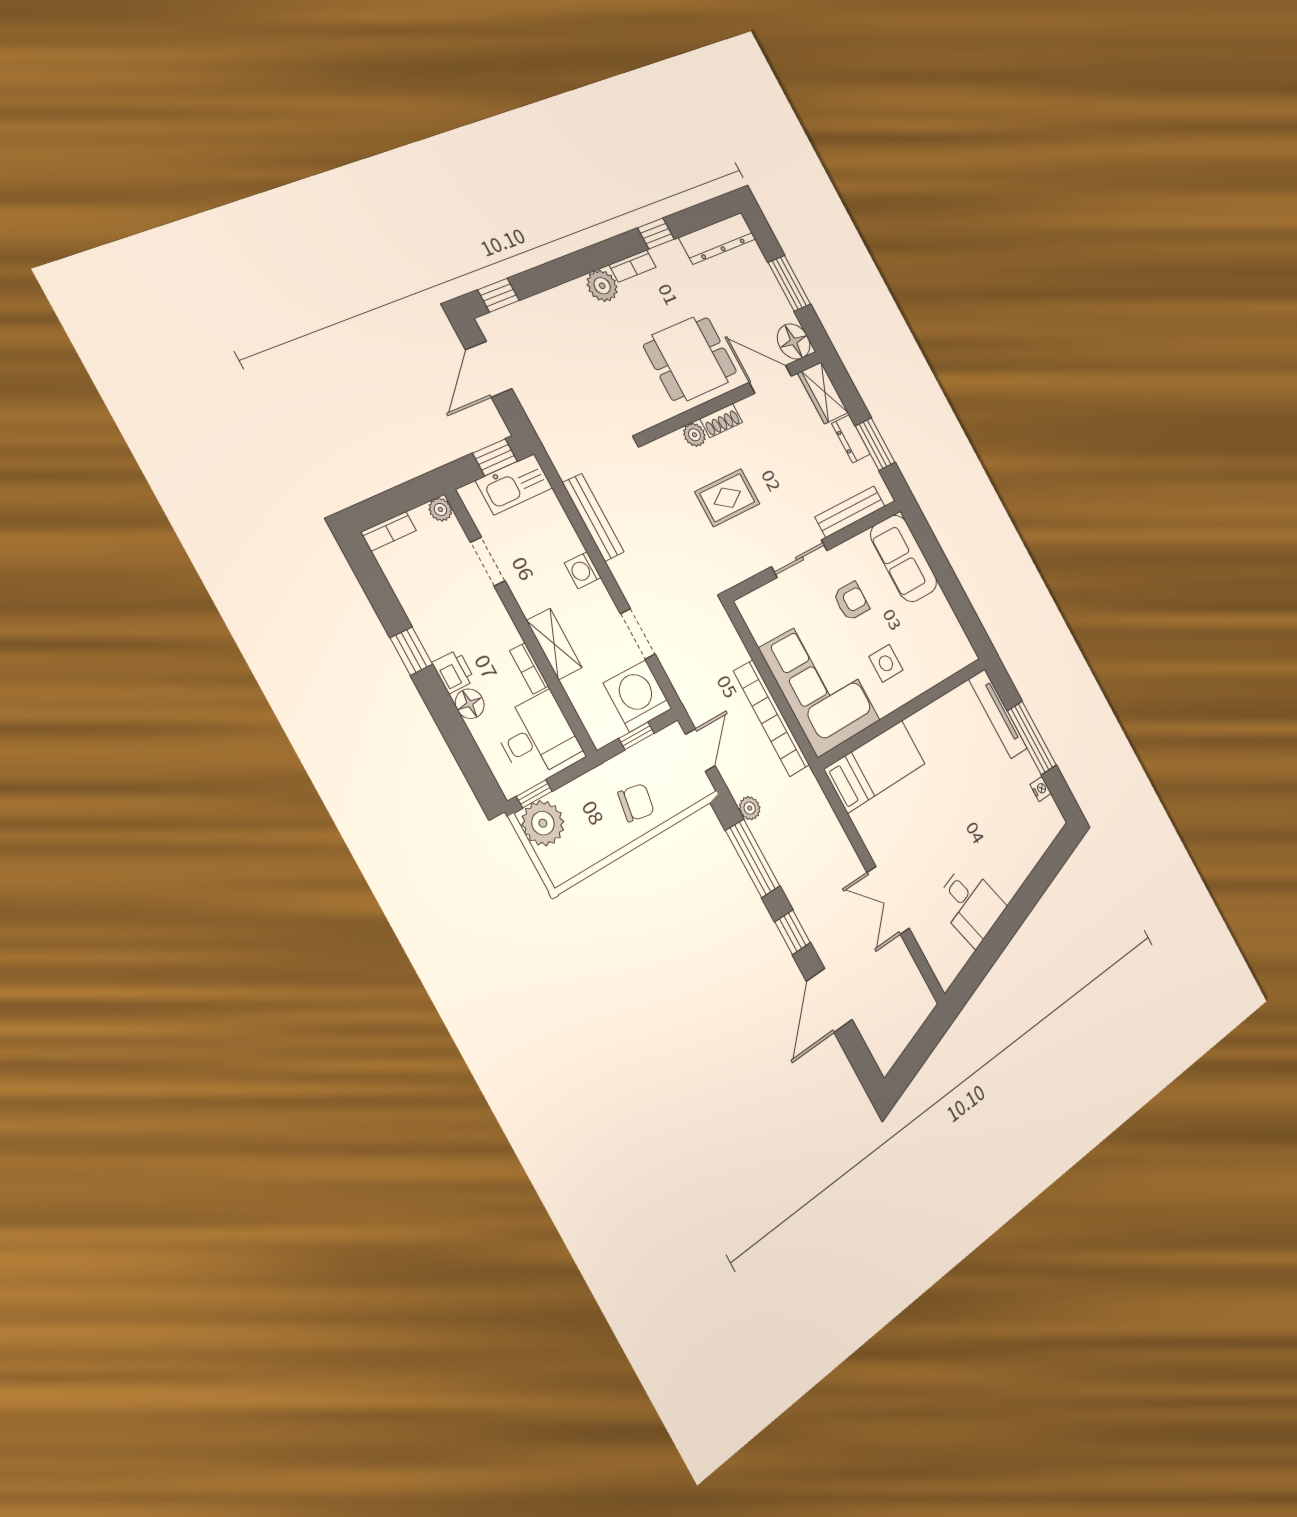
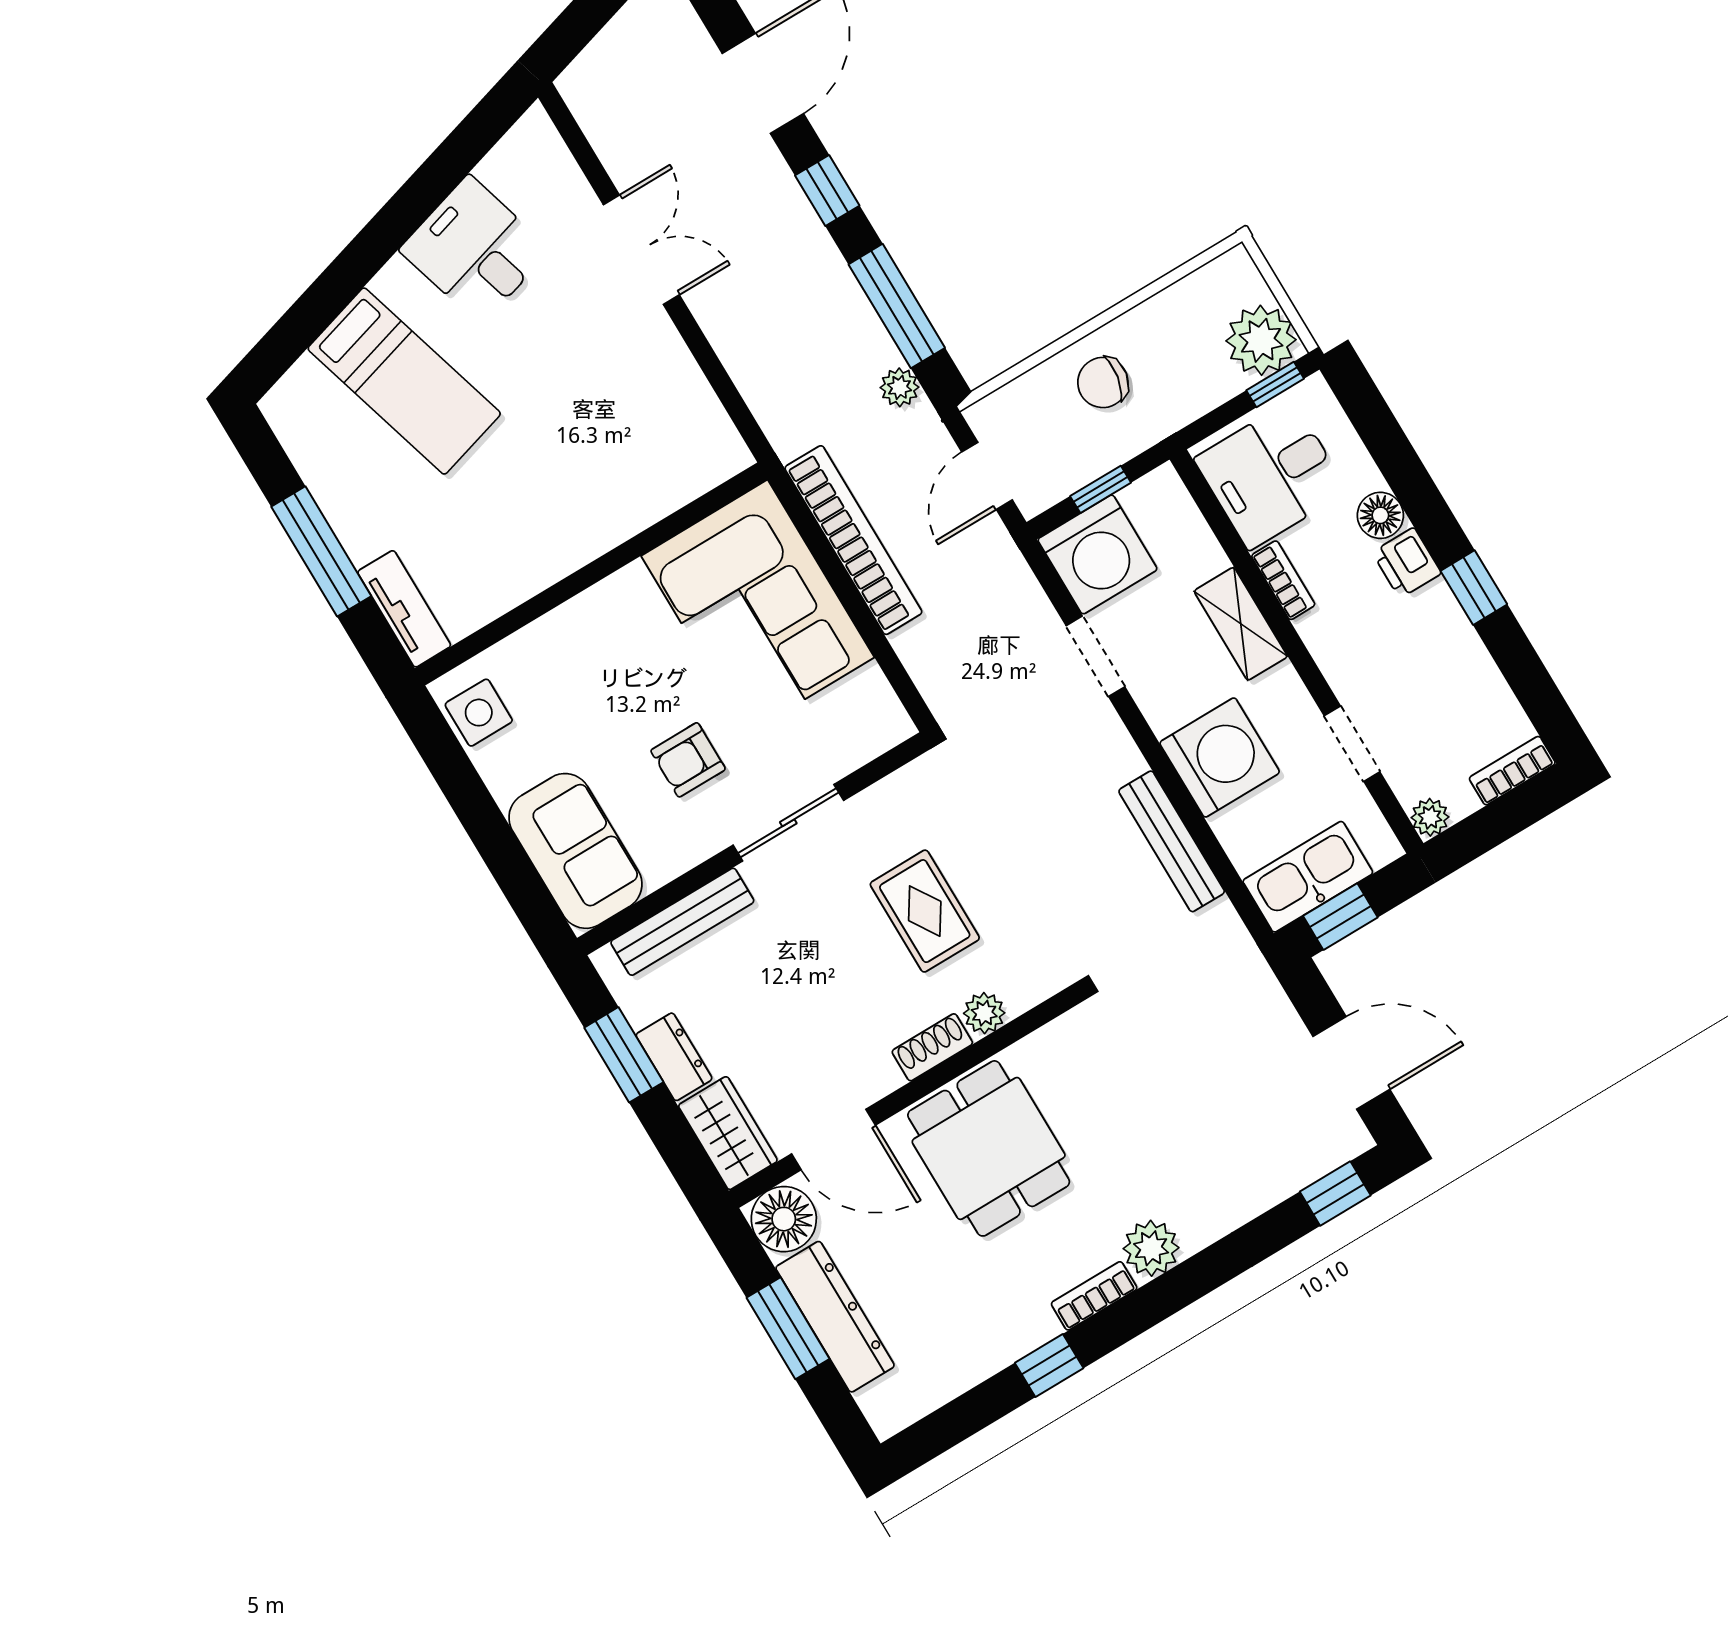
dresser: (717, 238) -> (835, 1317), moved, turned 90
dining table: (690, 359) -> (989, 1148), turned 90
door: (489, 369) -> (1351, 1063), hinge flipped
rug: (727, 498) -> (925, 911), turned 90
washing machine: (583, 570) -> (1220, 757), width x1.89, depth x1.89
side table: (886, 663) -> (479, 713), moved
tv unit: (998, 714) -> (404, 609), width x0.71
bed: (875, 766) -> (404, 381), moved, turned -106
nightstand: (1041, 789) -> (309, 461), removed

